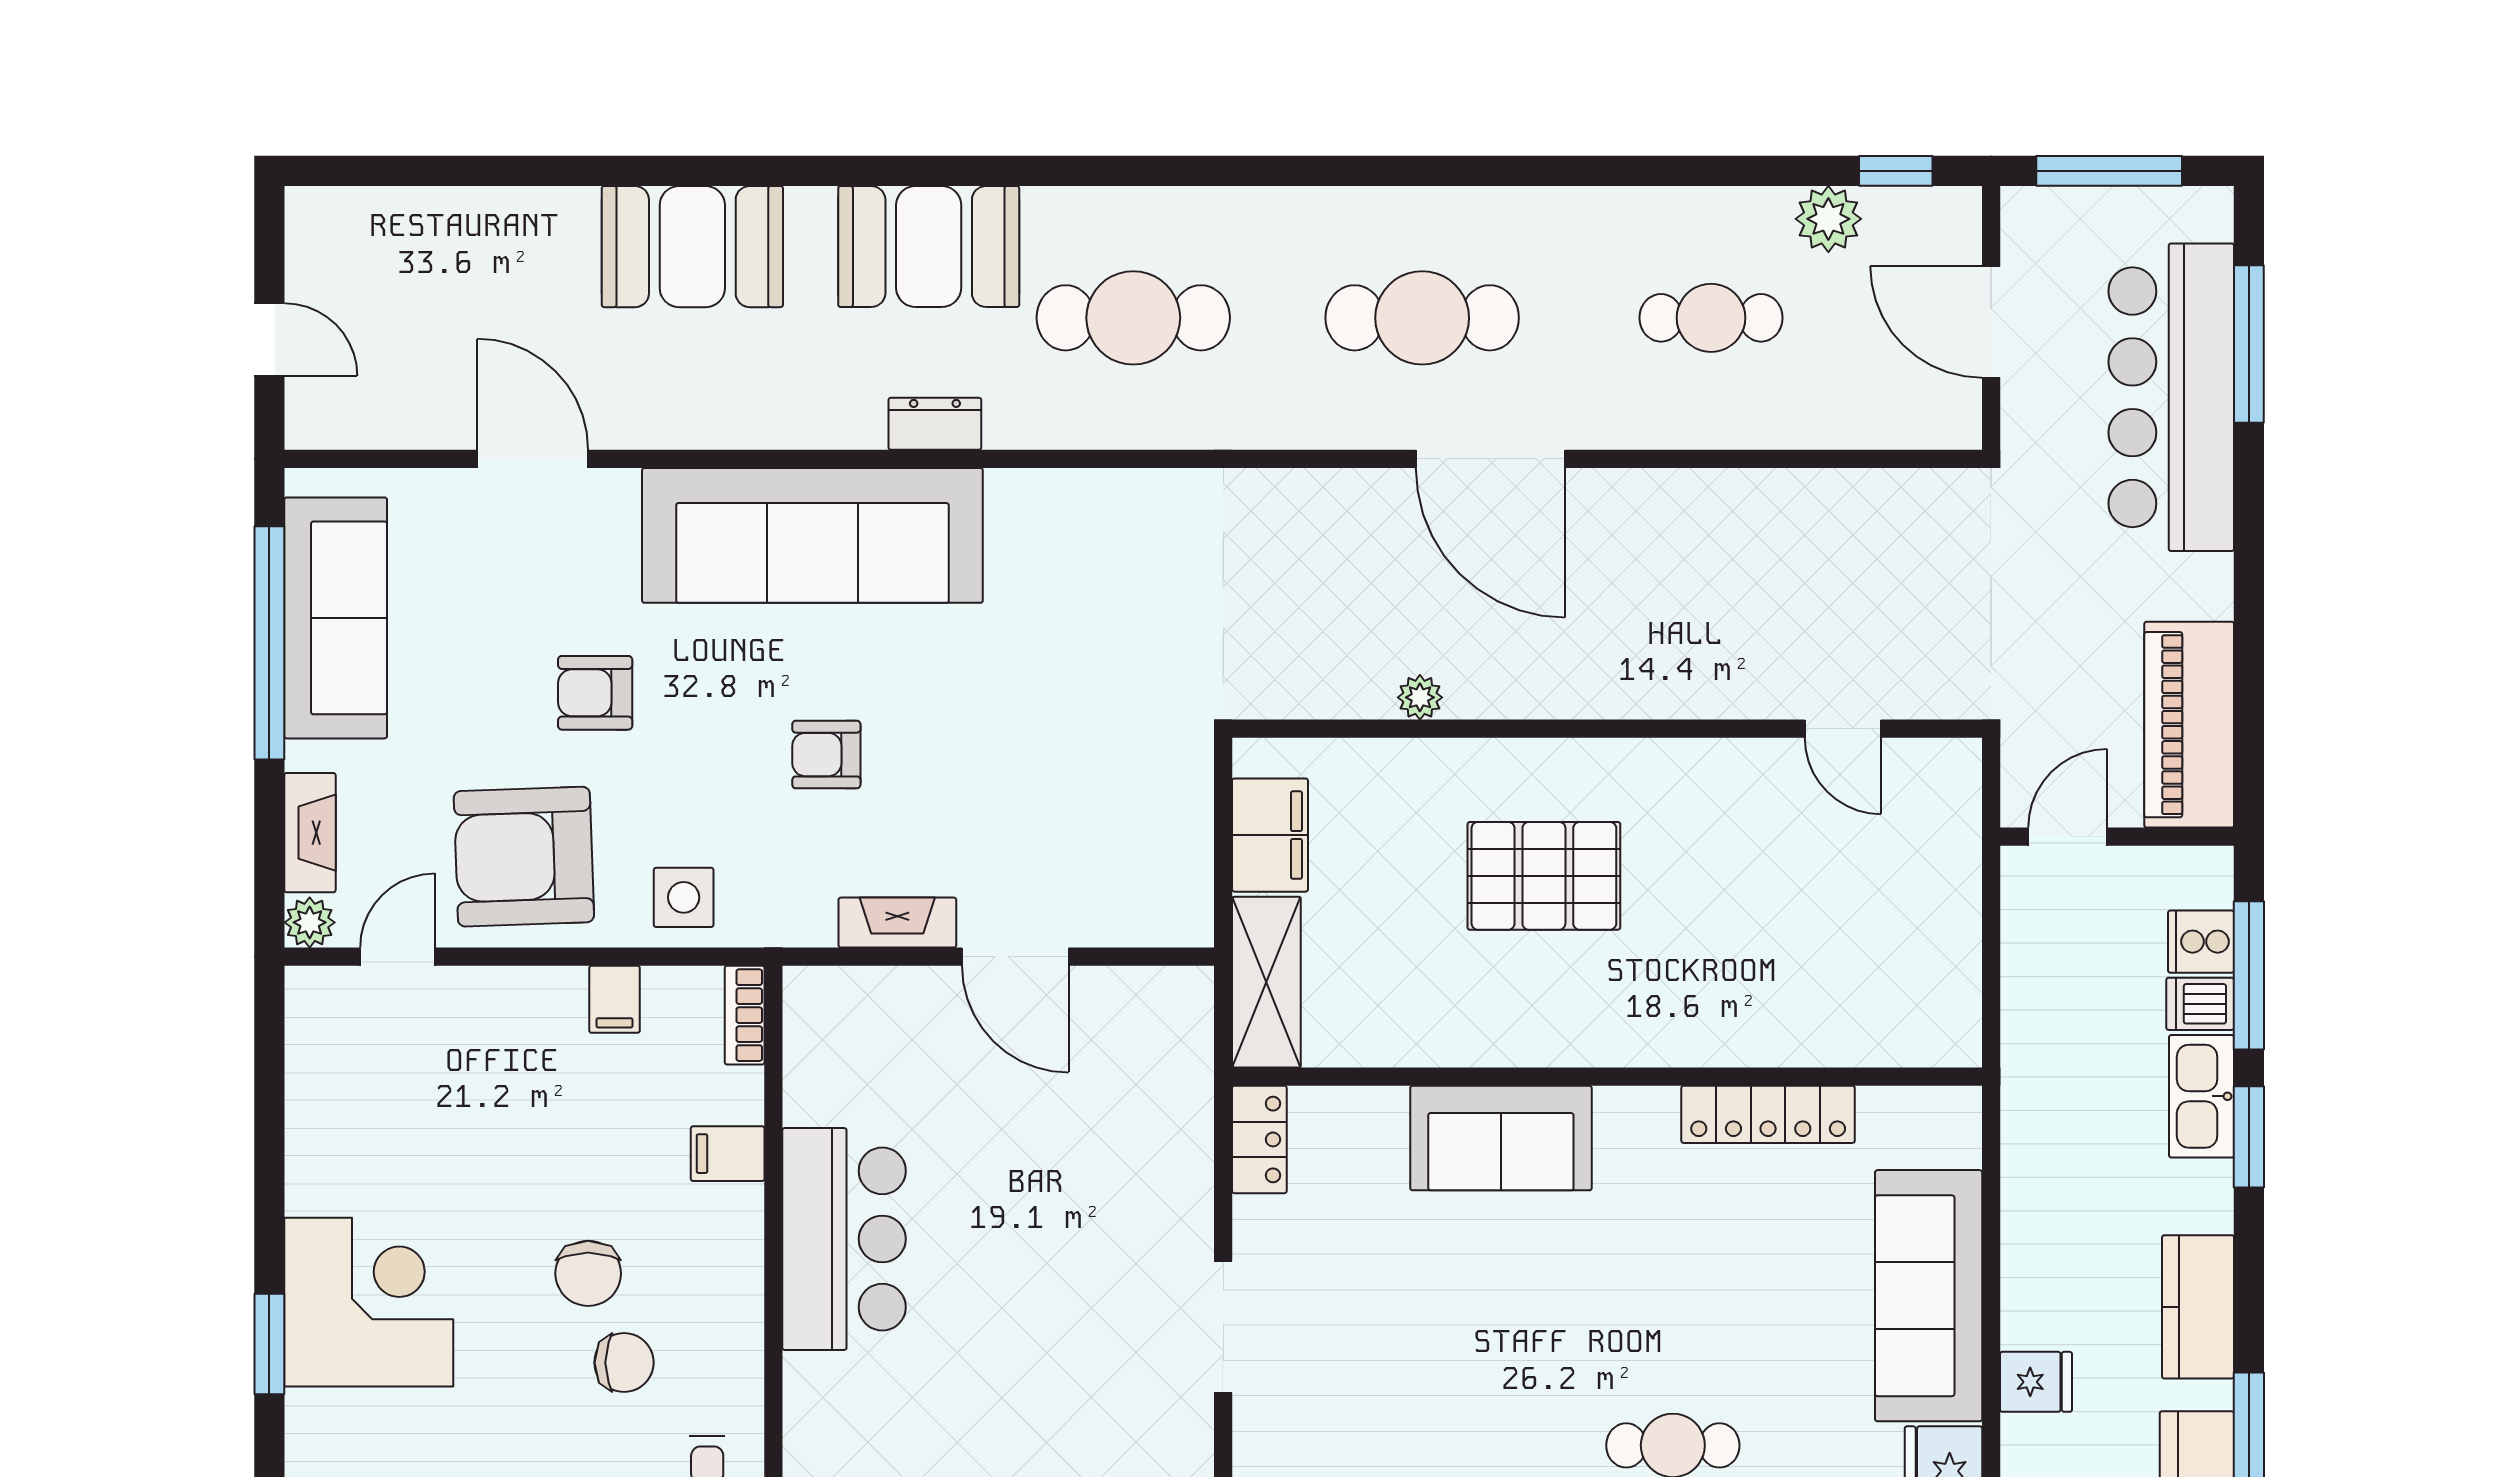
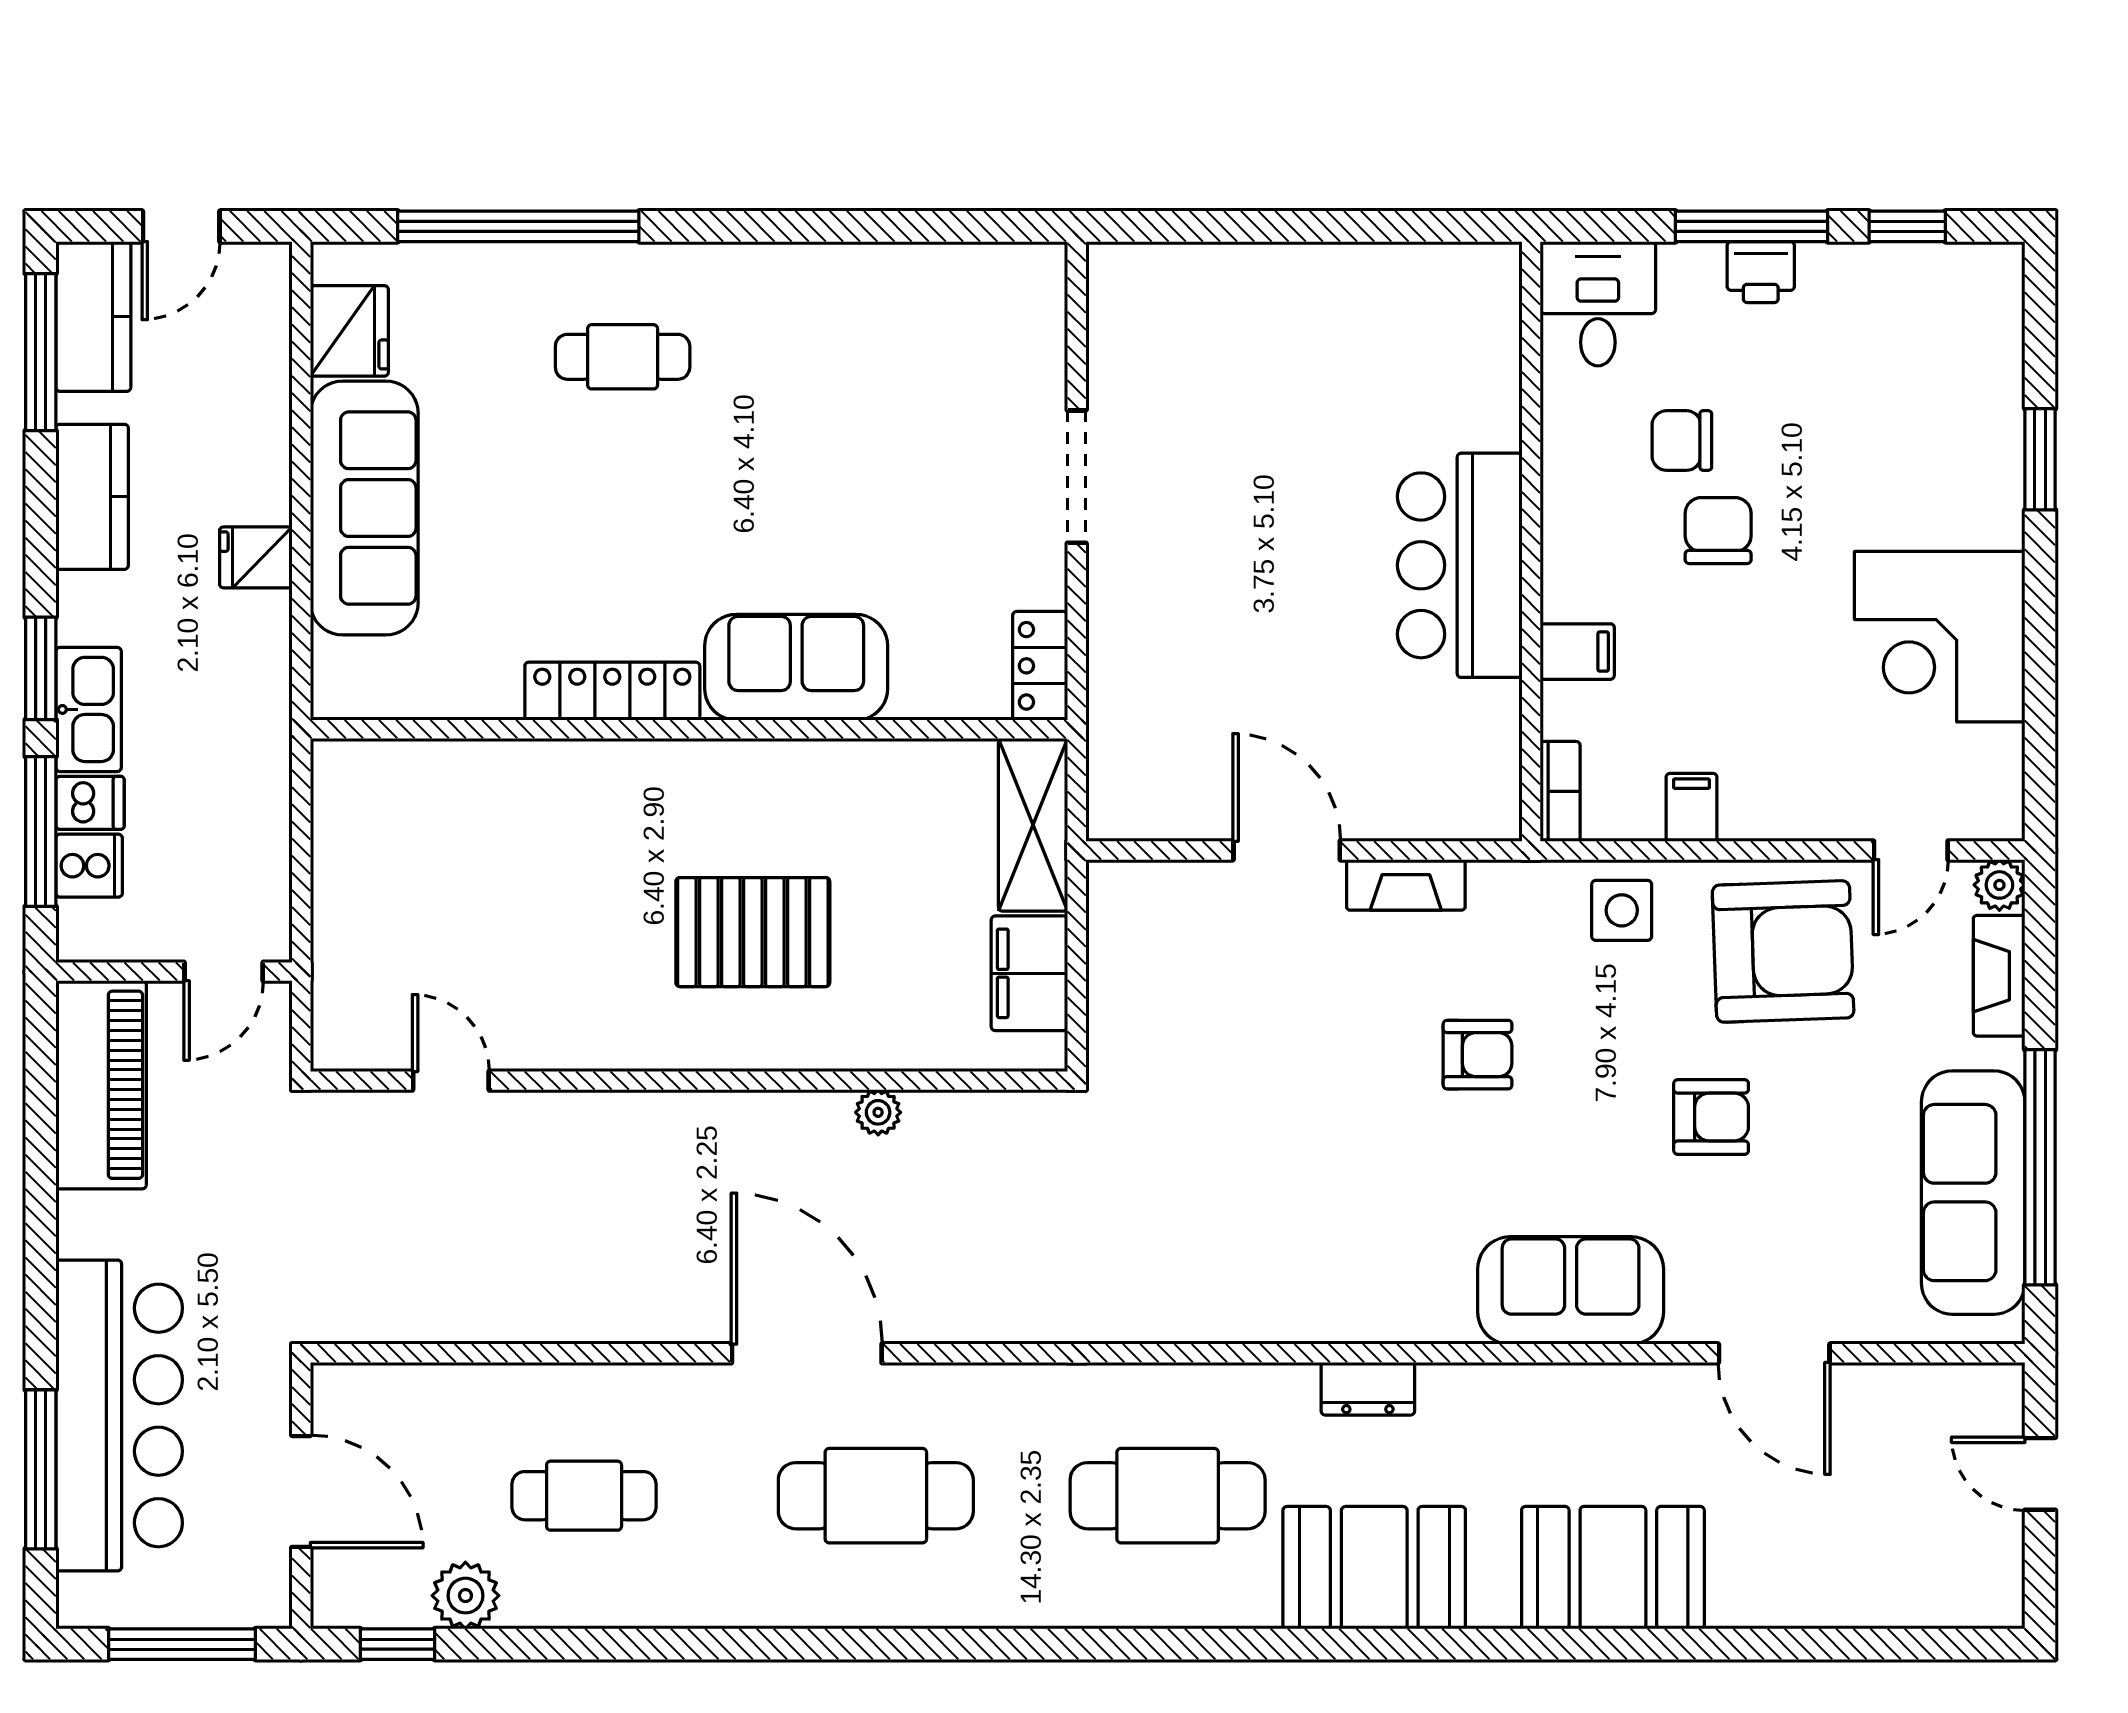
sofa: (812, 535) -> (1571, 1290), width x0.54, depth x0.79
locker: (1768, 1114) -> (612, 691), moved
corner desk: (369, 1302) -> (1940, 637), moved
fridge: (2036, 1382) -> (256, 557), moved

